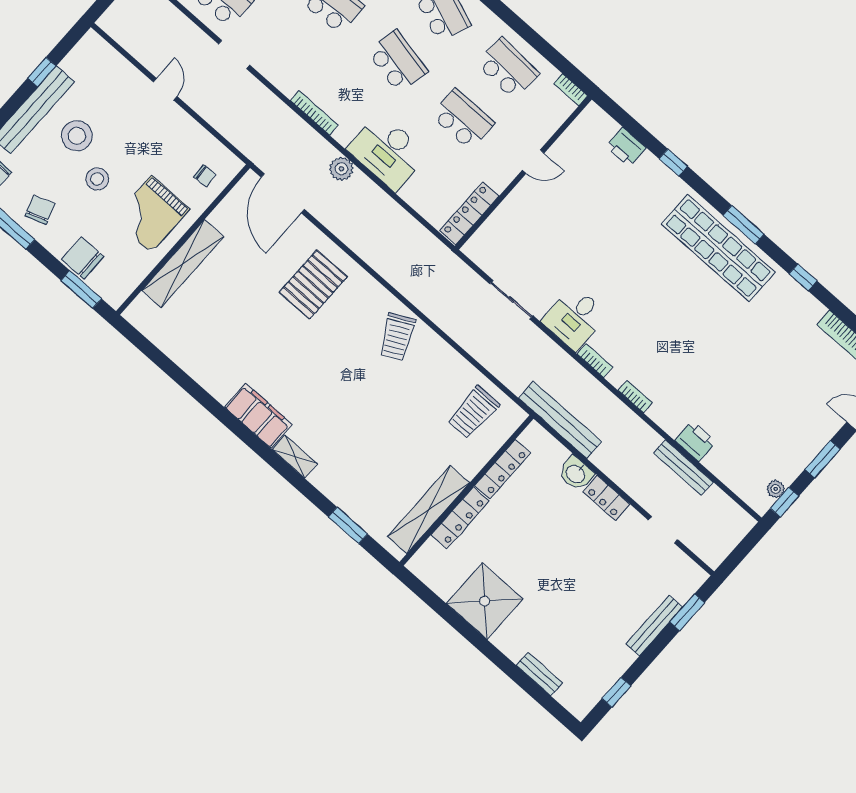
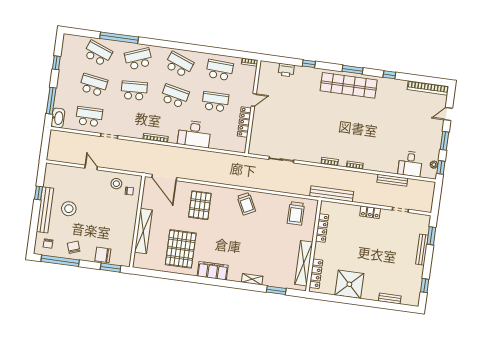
plant: (341, 169) -> (181, 153), removed
stool: (97, 179) -> (116, 184), moved
locker: (469, 213) -> (244, 122), moved
grand piano: (151, 214) -> (118, 220), removed
desk: (575, 318) -> (410, 164), moved
pallet: (228, 339) -> (181, 249), added
printer: (695, 441) -> (390, 167), removed
shelving: (295, 457) -> (252, 279), moved
washbasin: (576, 473) -> (352, 211), removed
locker: (460, 518) -> (316, 274), moved

